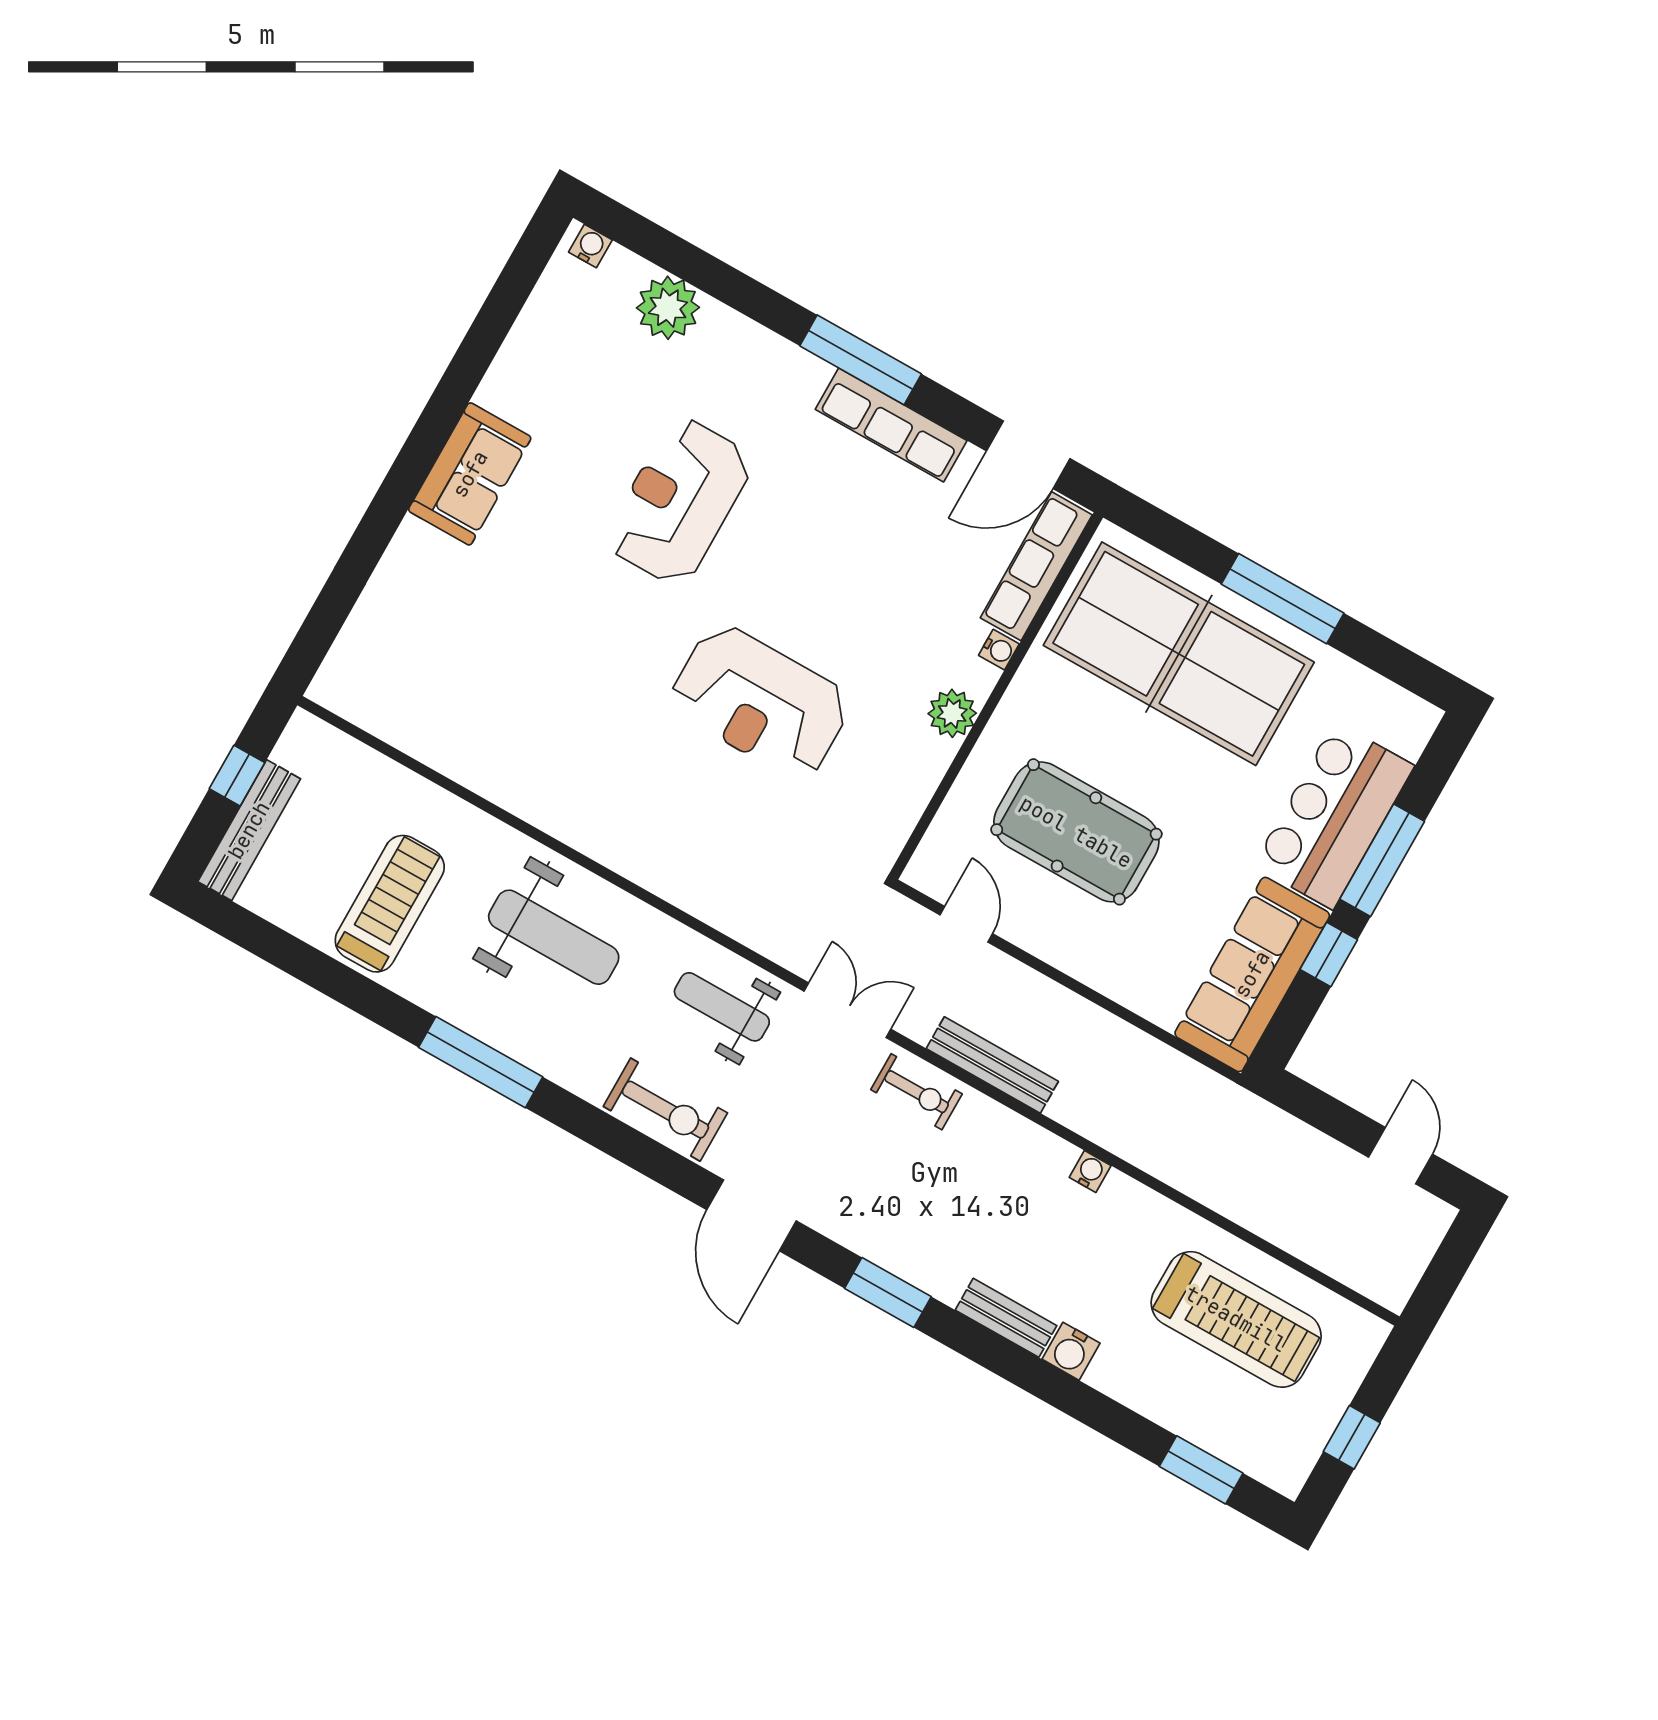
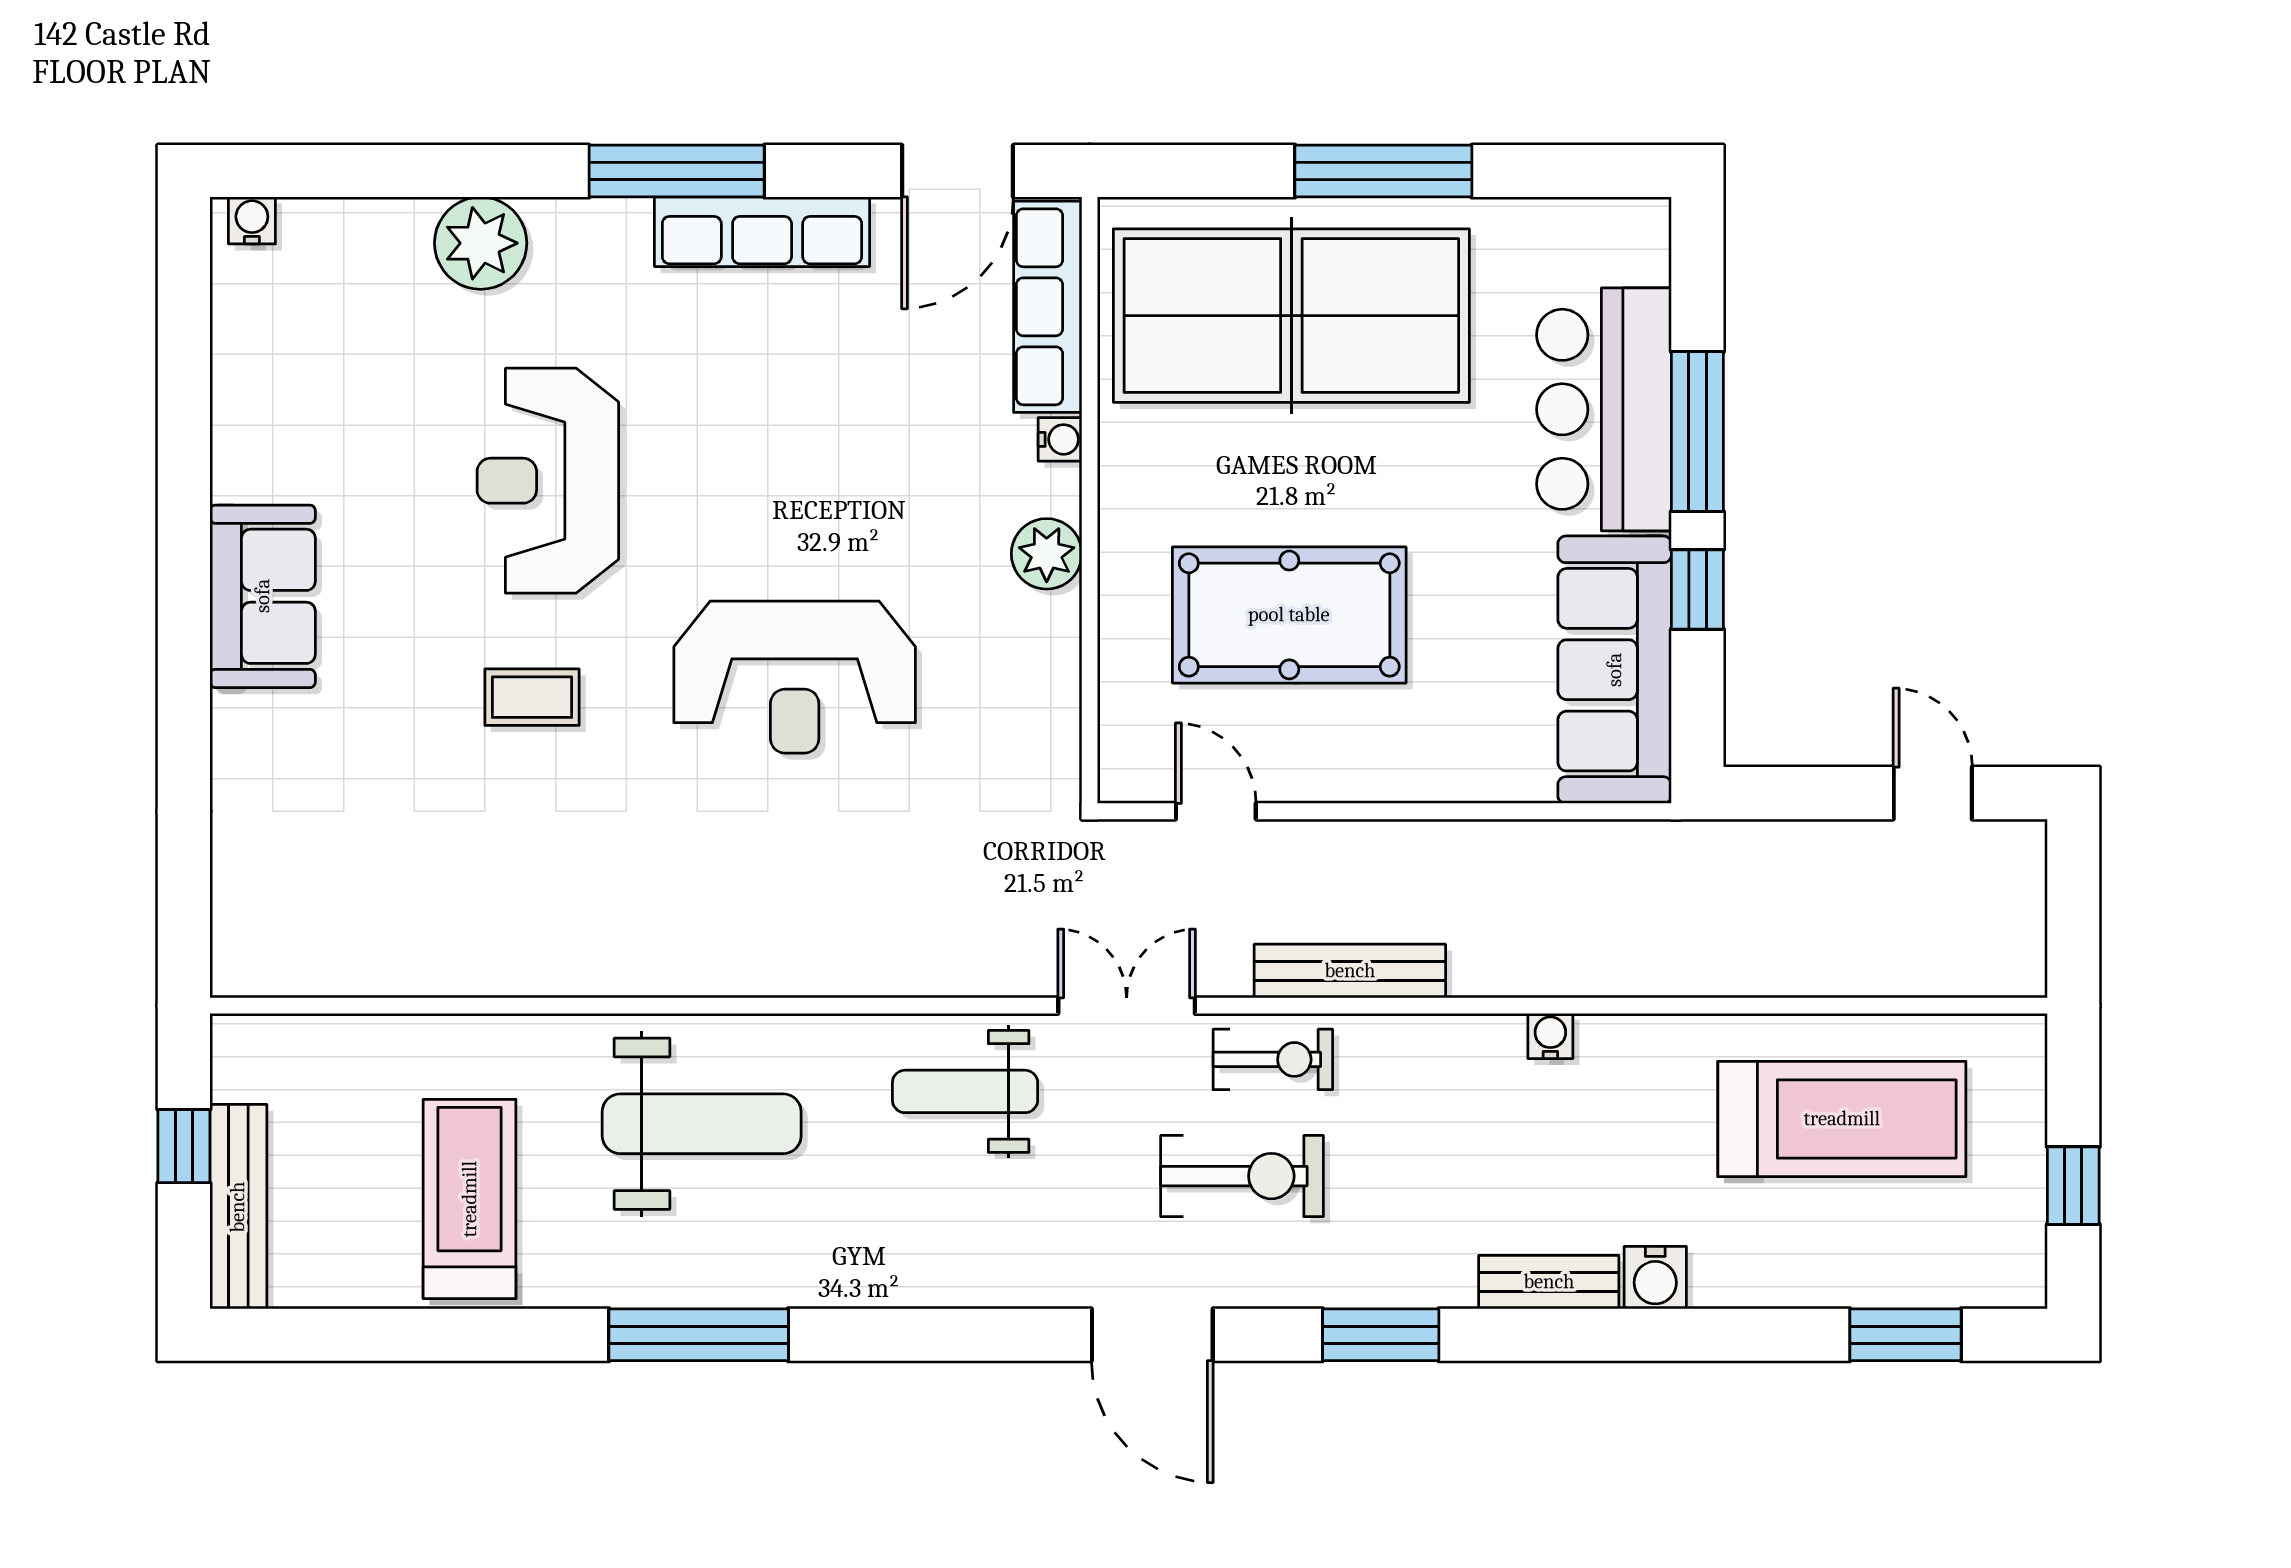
plant: (668, 308) -> (481, 243), moved
coffee table: (597, 625) -> (532, 697), added
exercise bike: (665, 1110) -> (1242, 1176), moved

